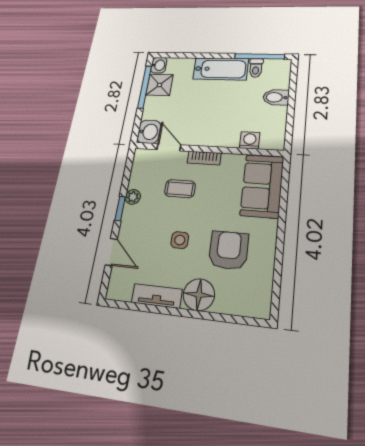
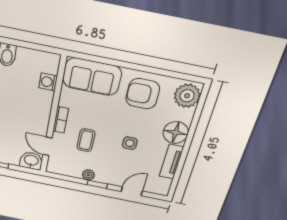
door: (169, 147) -> (47, 146), hinge flipped
armchair: (229, 250) -> (143, 94), moved
plant: (251, 301) -> (187, 96), added

